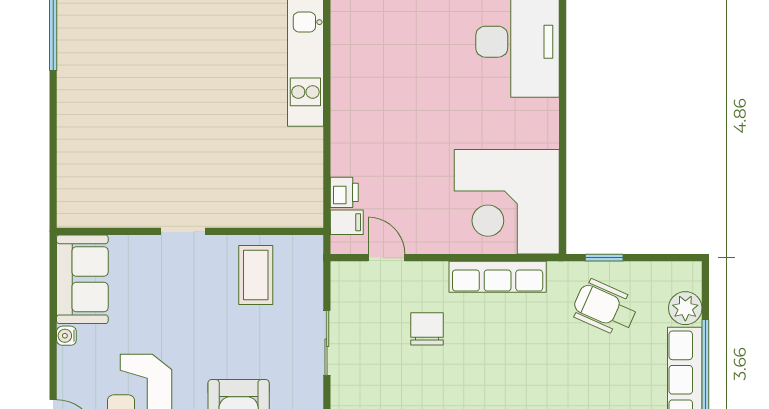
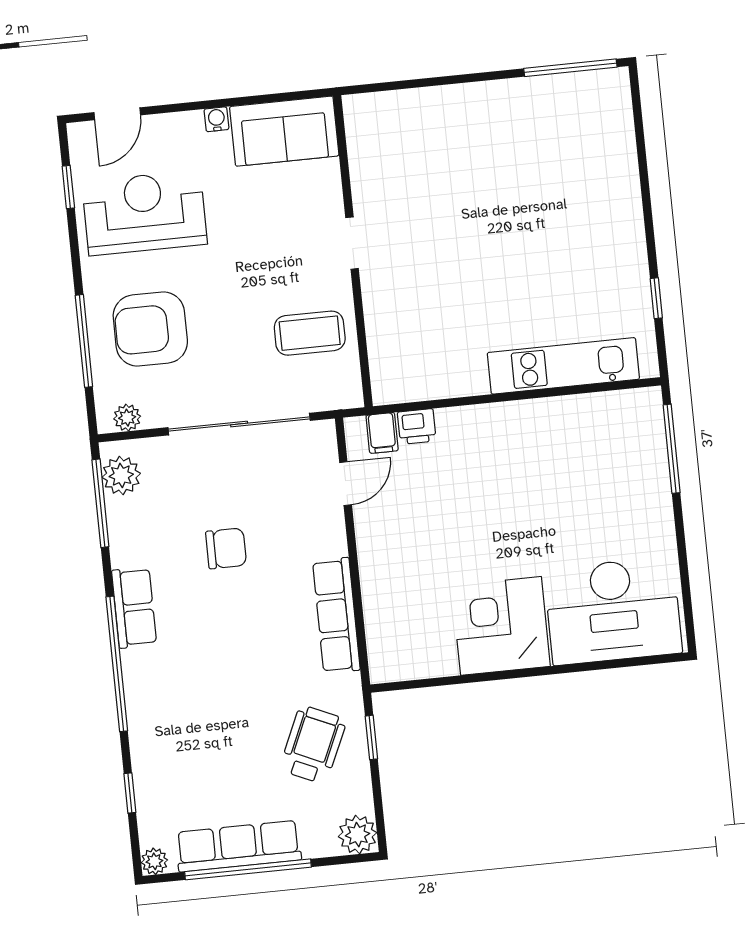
corner desk: (507, 202) -> (501, 626), moved, width x0.74, depth x0.74
plant: (685, 308) -> (358, 835), moved
chair: (427, 329) -> (226, 548), moved
sliding door: (327, 343) -> (239, 424), width x1.86

